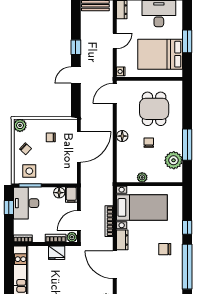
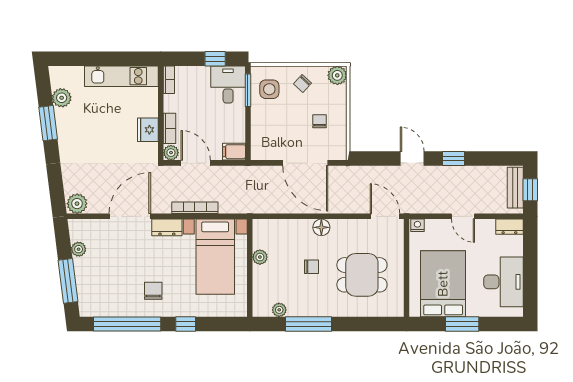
plant: (174, 160) -> (279, 310), width x0.53, depth x0.53
floor lamp: (59, 193) -> (237, 134), removed
desk: (26, 203) -> (228, 84), width x0.73

